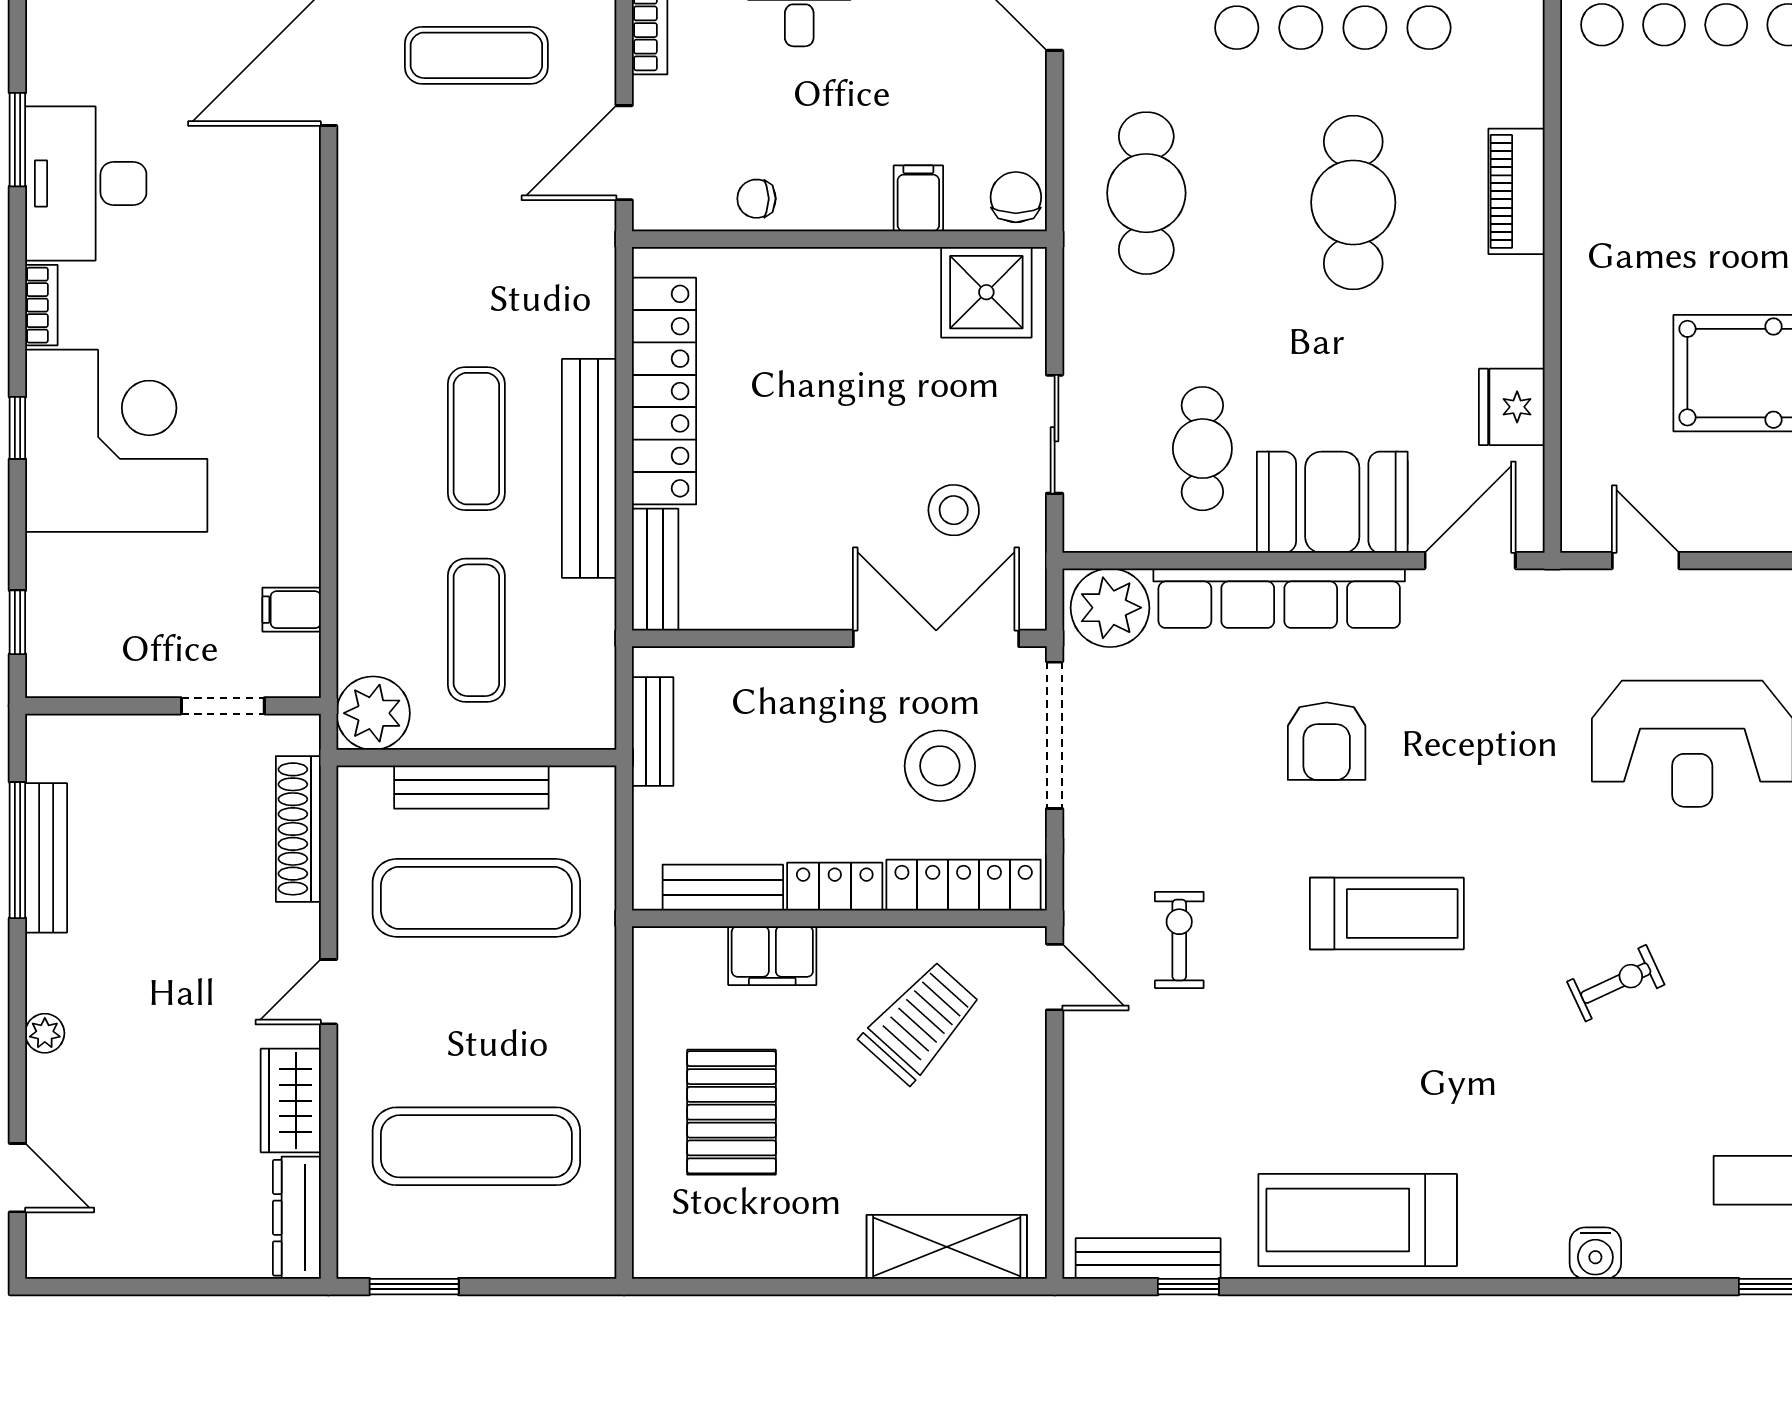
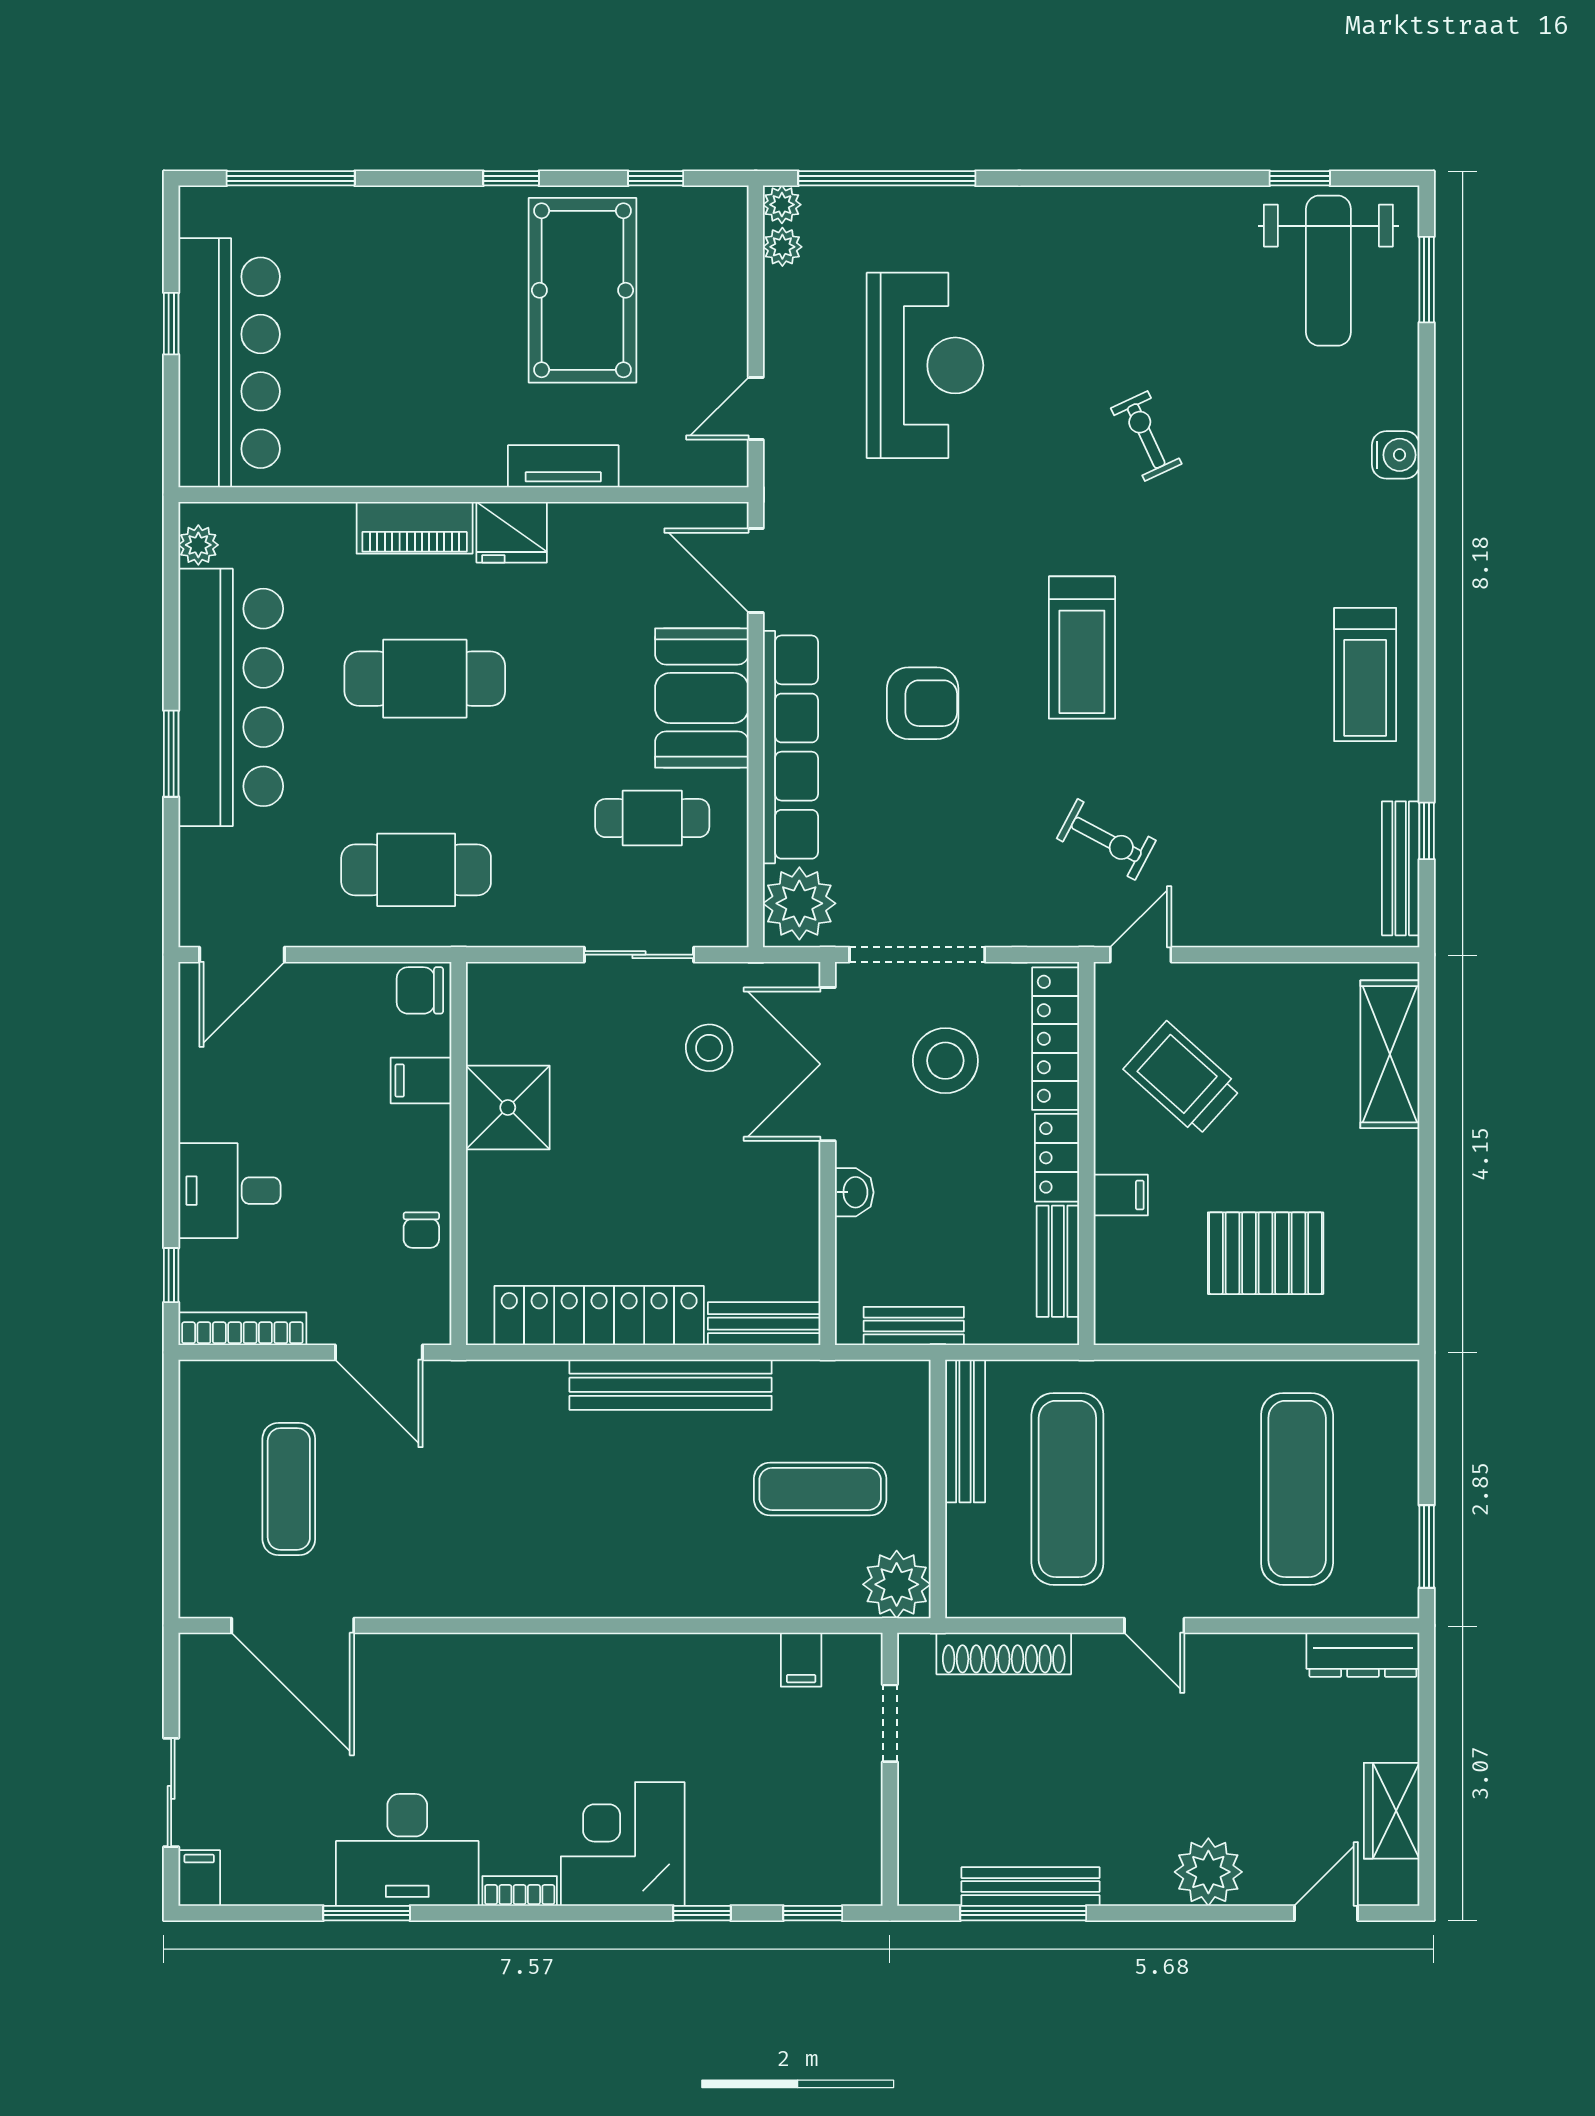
shower: (986, 292) -> (508, 1108), moved
tv unit: (1583, 352) -> (563, 466), added
fridge: (1512, 407) -> (512, 532), moved
window: (17, 428) -> (702, 1913), moved
exercise mat: (476, 439) -> (643, 1489), removed
corner desk: (116, 441) -> (623, 1844), width x0.74, depth x0.74
washbasin: (797, 667) -> (854, 1192), added
bench: (471, 787) -> (965, 1431), moved
treadmill: (1387, 914) -> (1082, 648), turned 180
exercise bike: (1179, 940) -> (1106, 839), turned -152
filing cabinet: (772, 956) -> (1121, 1195), width x0.50
plant: (45, 1033) -> (1208, 1872), width x1.88, depth x1.88
wardrobe: (291, 1101) -> (1392, 1811), moved, turned 90
treadmill: (1358, 1220) -> (1365, 675), width x0.73, depth x0.73

